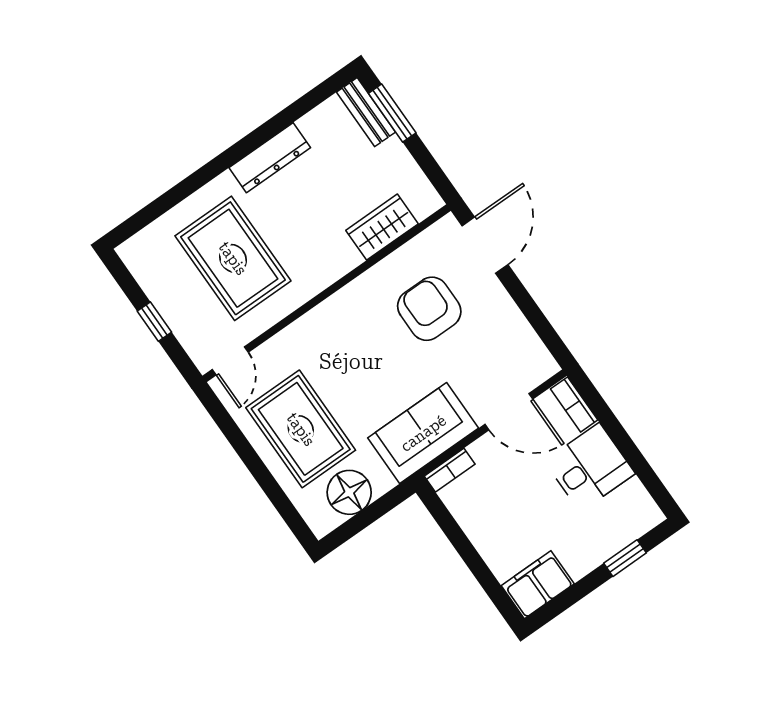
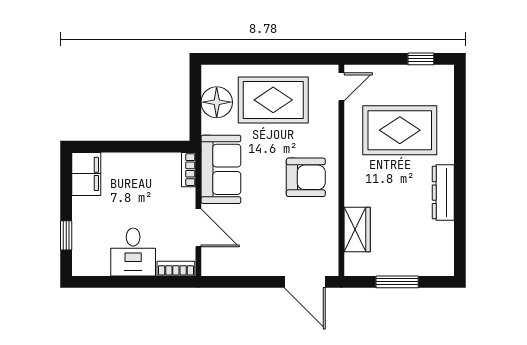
bench: (366, 112) -> (430, 267), removed
window: (392, 113) -> (397, 282), moved
armchair: (429, 309) -> (306, 177), moved
window: (154, 322) -> (421, 59), moved
door: (230, 361) -> (341, 87), swing flipped
door: (509, 412) -> (198, 228), swing flipped

